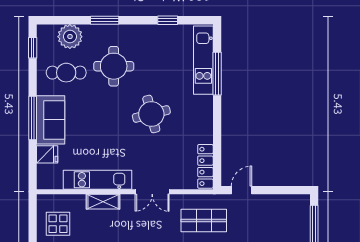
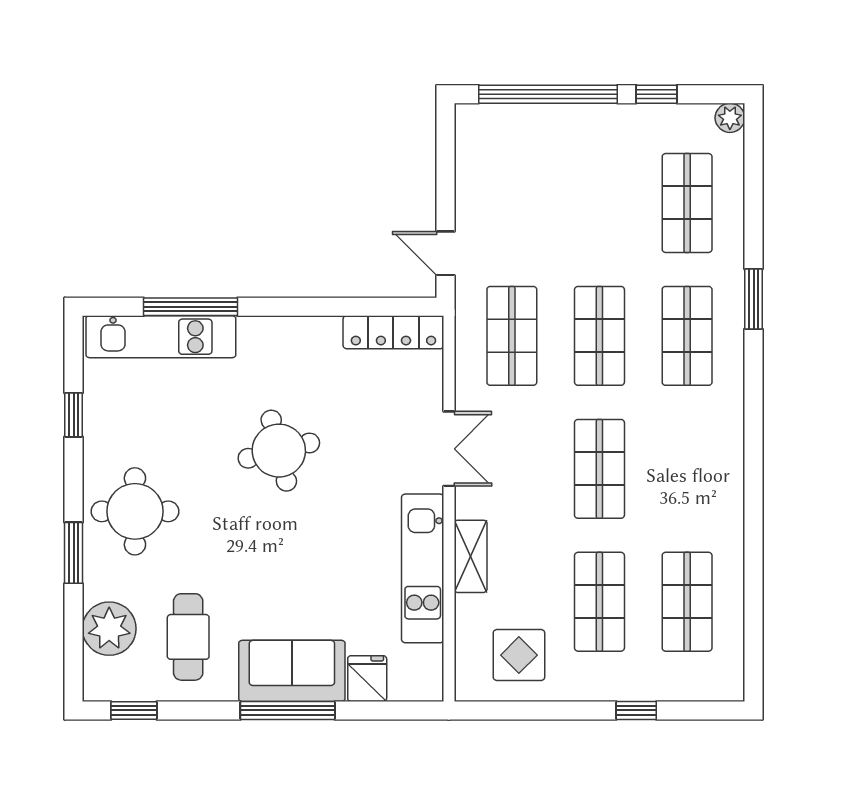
round table: (114, 66) -> (135, 511), moved

